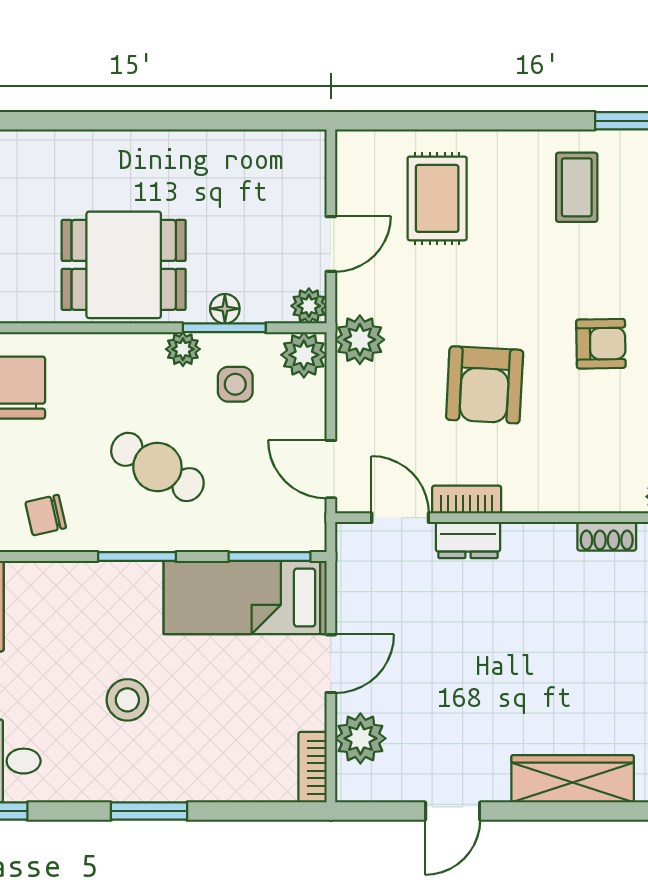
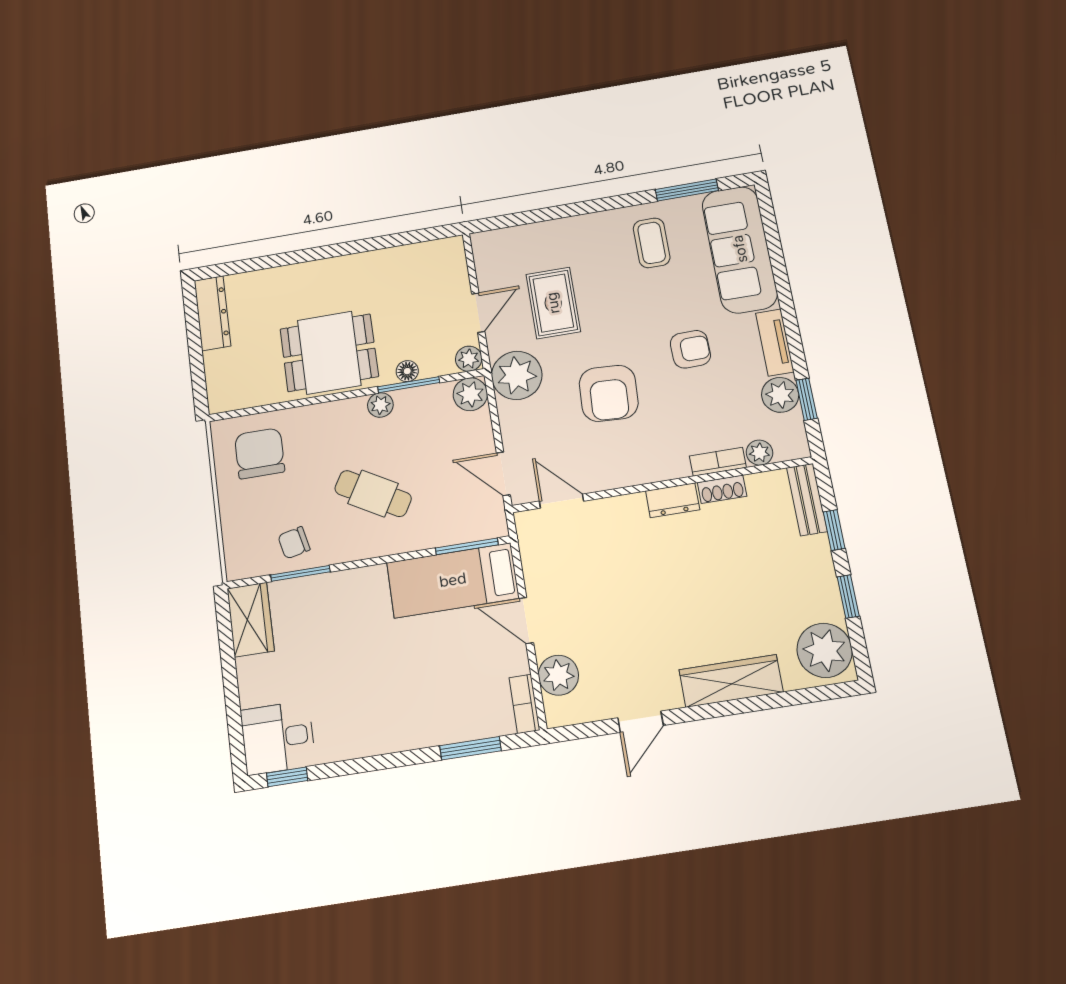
rug: (437, 198) -> (553, 303), moved
plant: (360, 340) -> (517, 375), width x1.36, depth x1.36
side table: (235, 384) -> (423, 424), removed
bookcase: (467, 500) -> (718, 462), moved
dresser: (468, 540) -> (673, 500), moved
window: (137, 556) -> (300, 573), moved
door: (331, 664) -> (526, 621), swing flipped
stool: (127, 700) -> (373, 674), removed
window: (149, 811) -> (470, 748), moved

